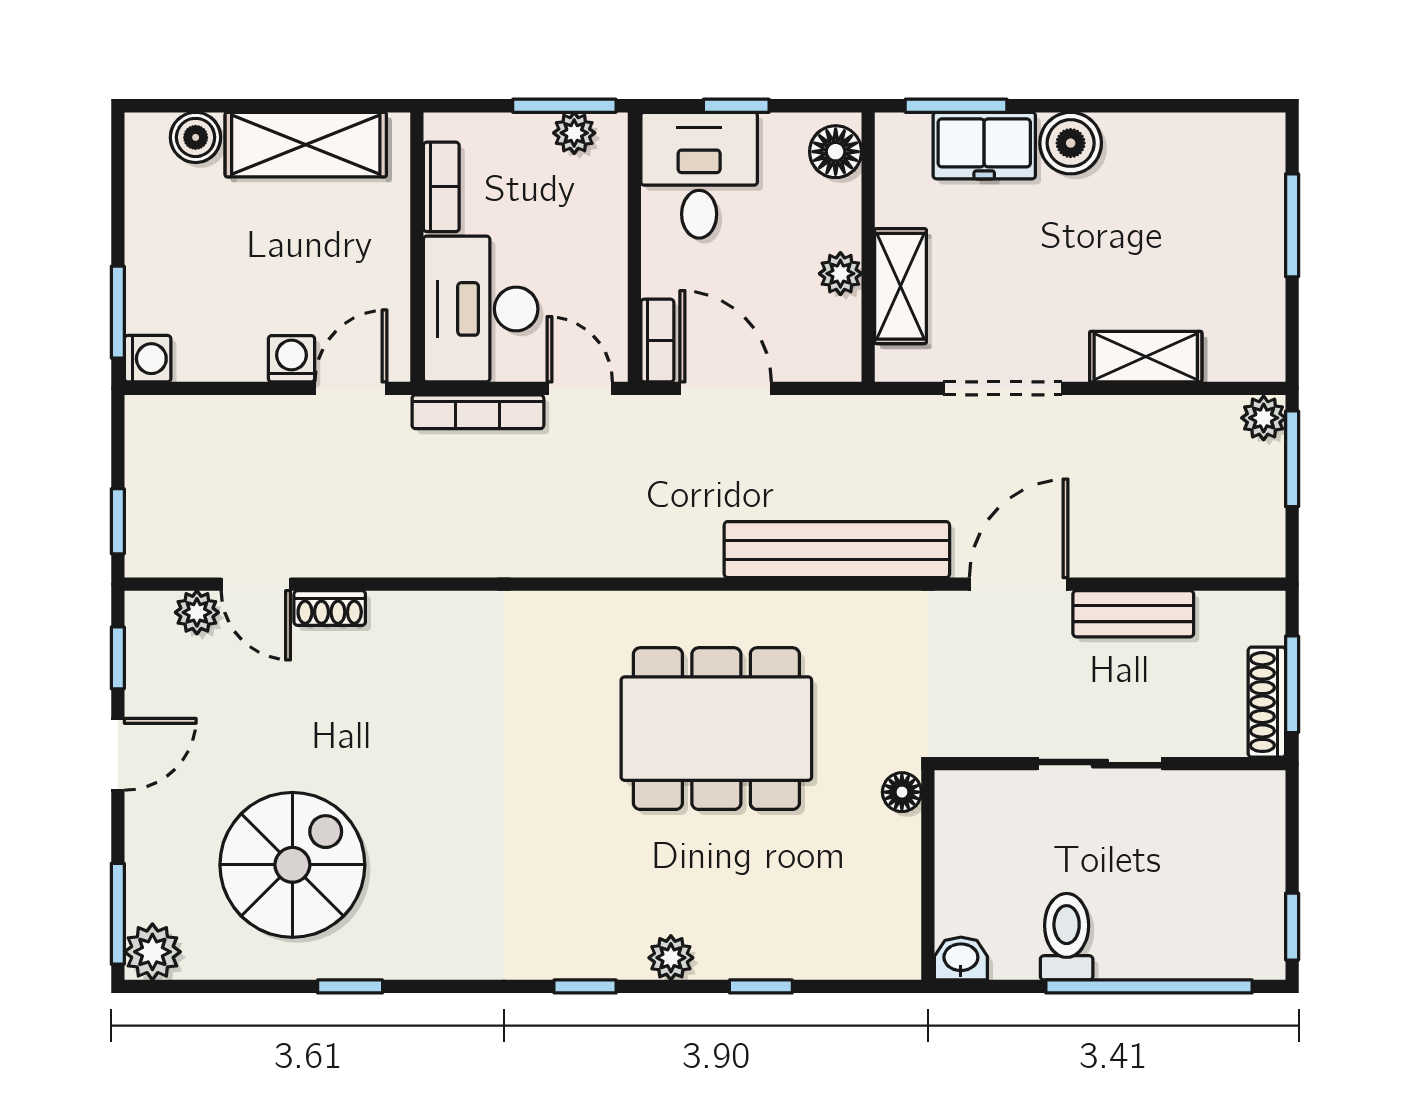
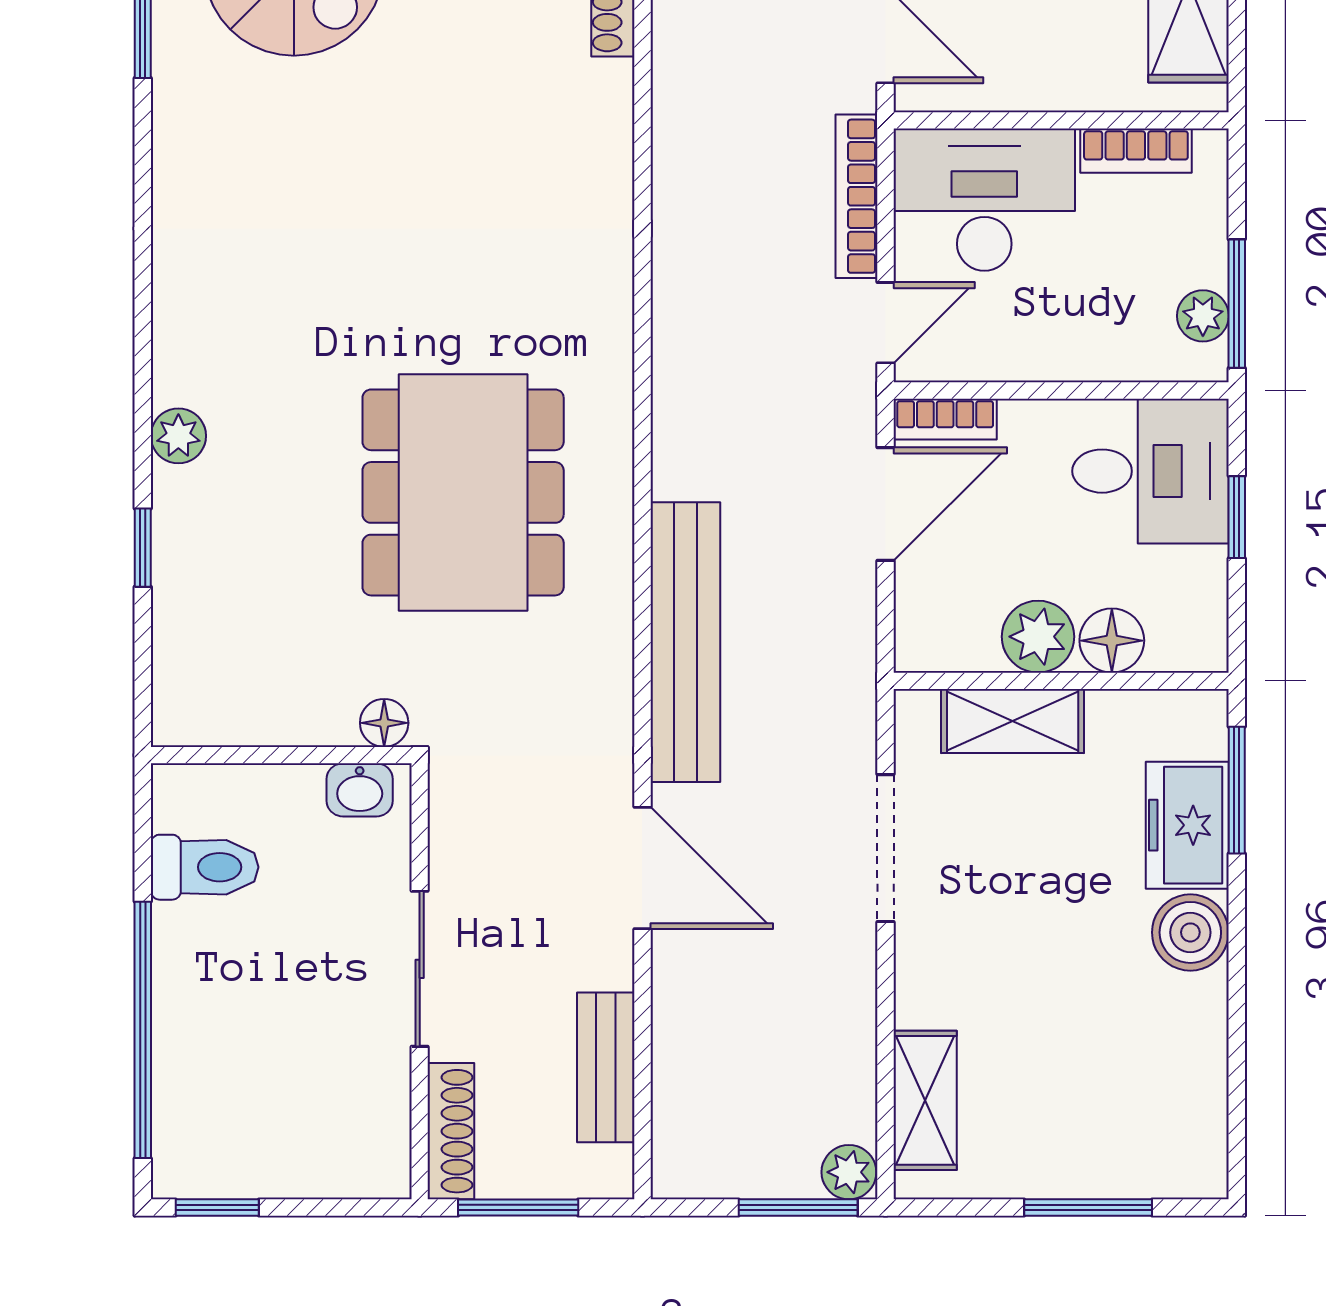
floor lamp: (836, 152) -> (1112, 641), moved
plant: (840, 274) -> (1038, 637), width x1.38, depth x1.38
shelving: (1146, 357) -> (925, 1100), moved
bench: (1133, 614) -> (606, 1067), moved
shoe rack: (1267, 702) -> (451, 1131), moved, turned 90
toilet: (1067, 937) -> (205, 867), moved
washbasin: (961, 958) -> (360, 790), moved, turned 90
window: (585, 986) -> (143, 329), removed

